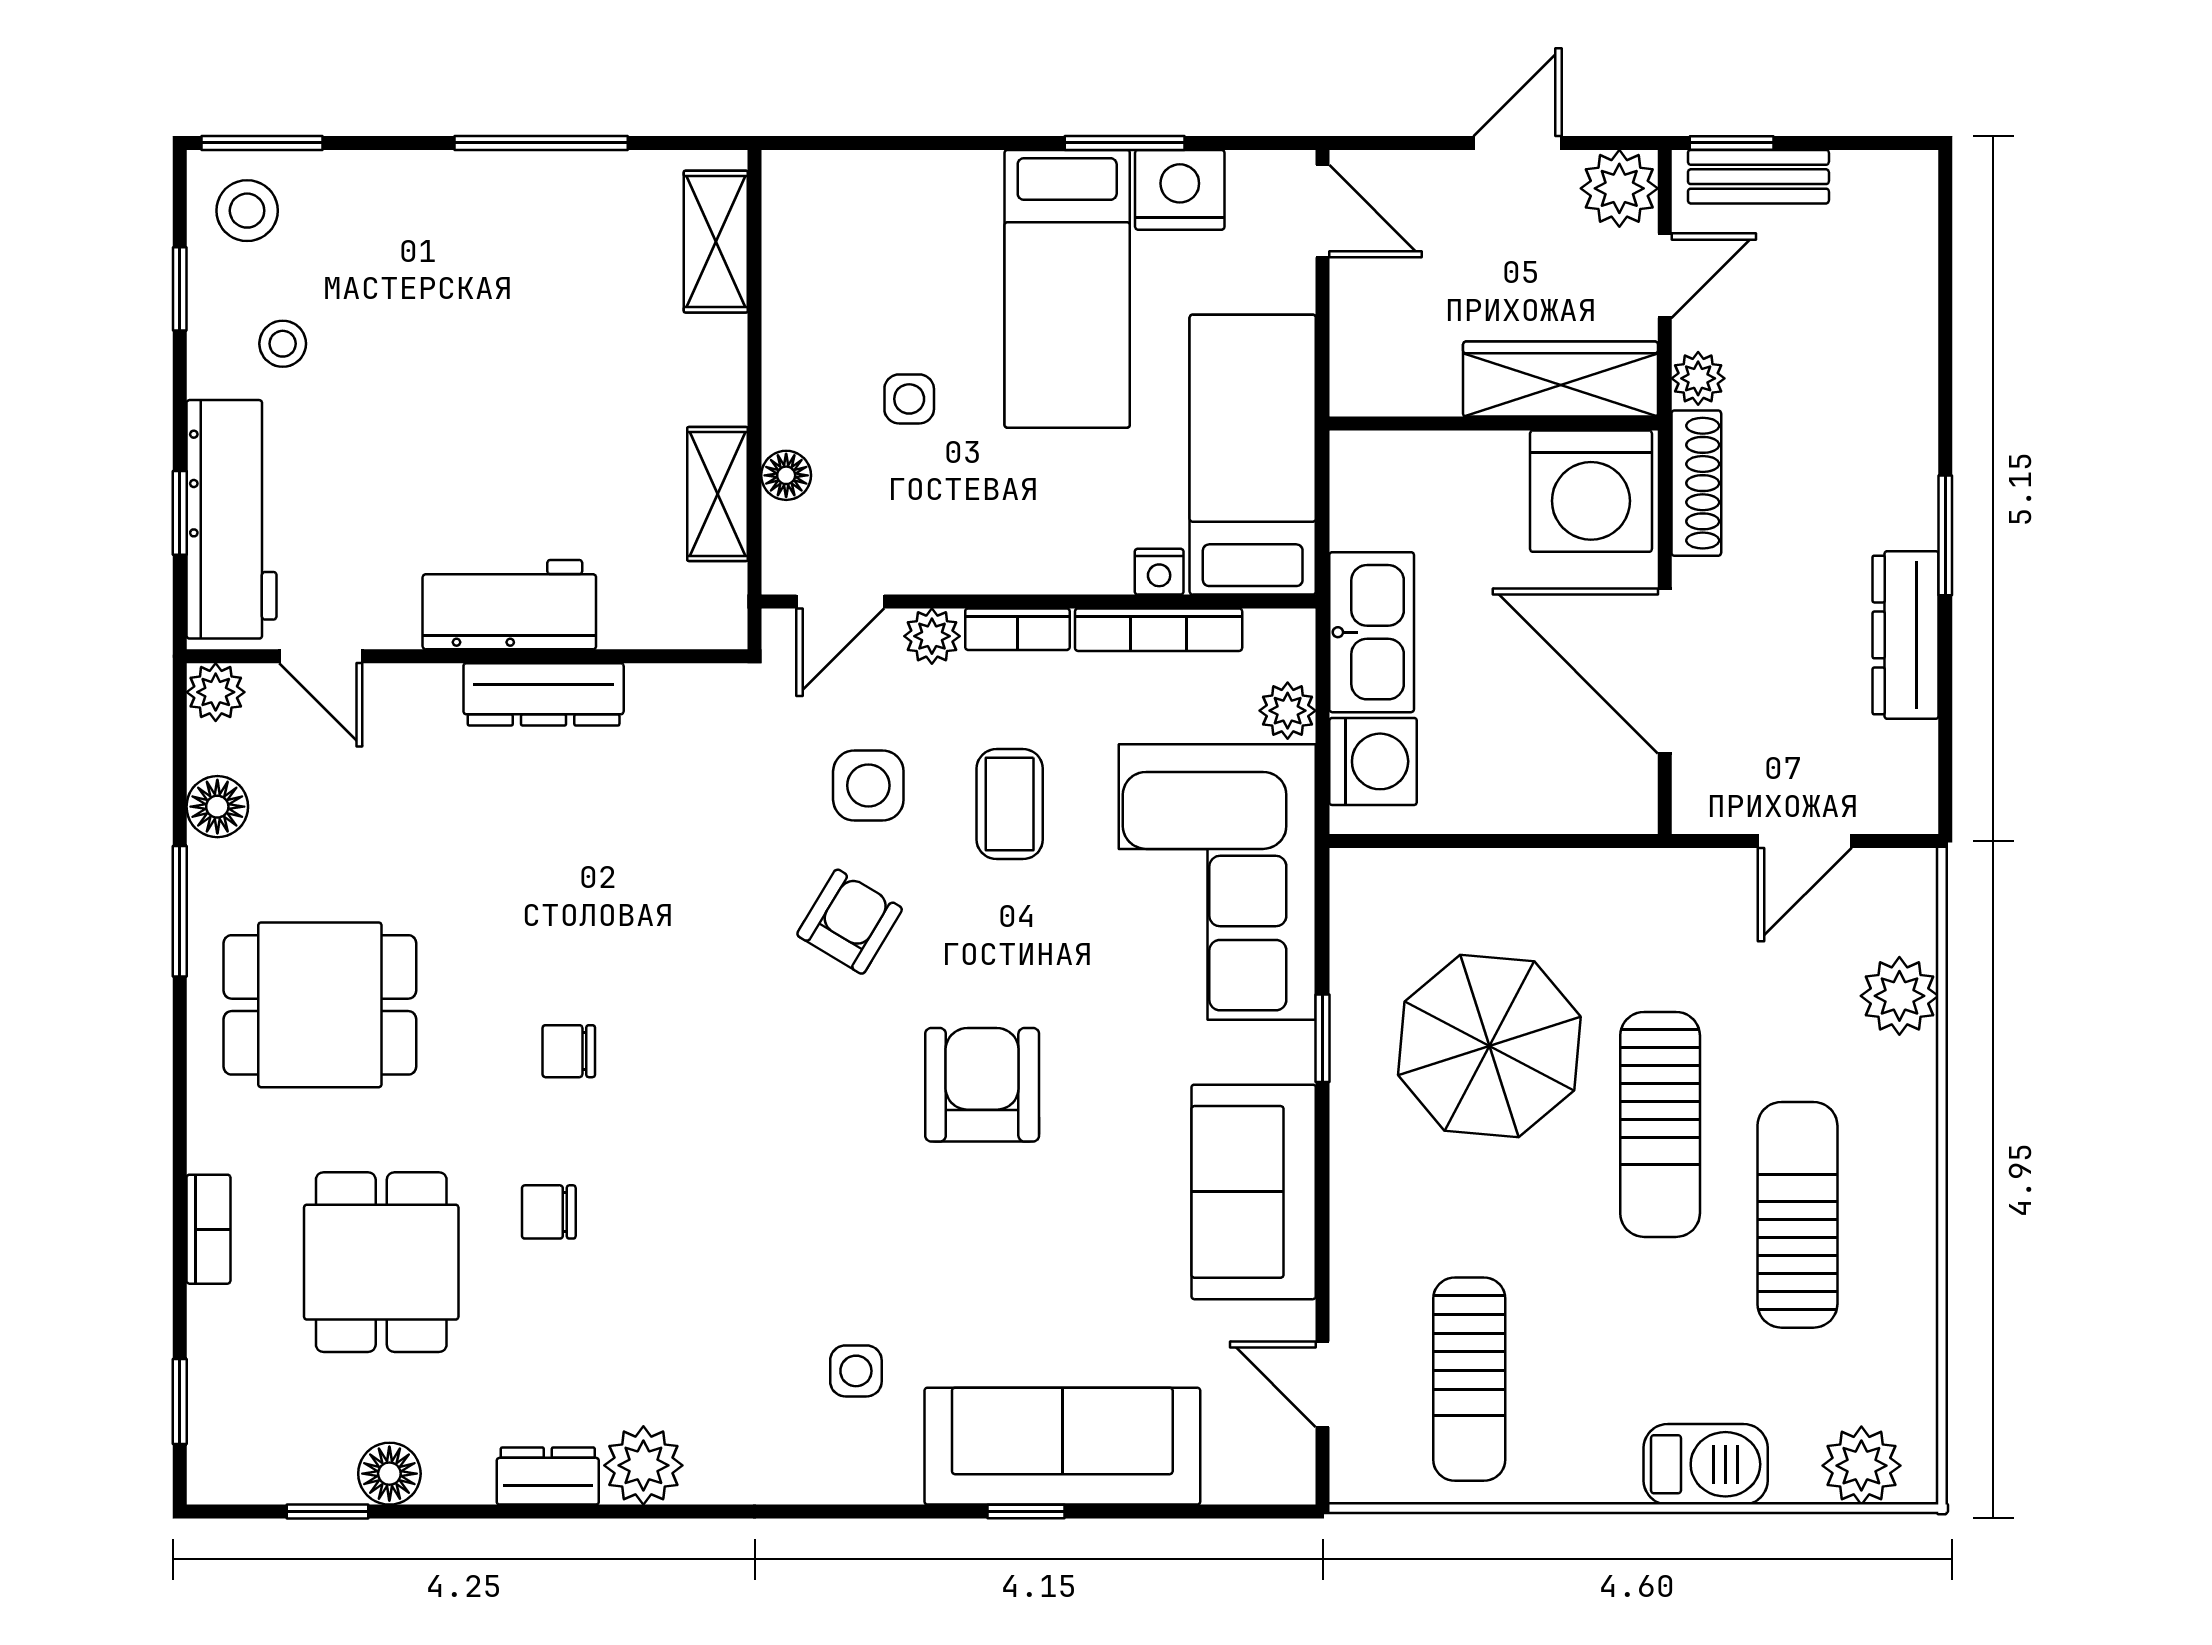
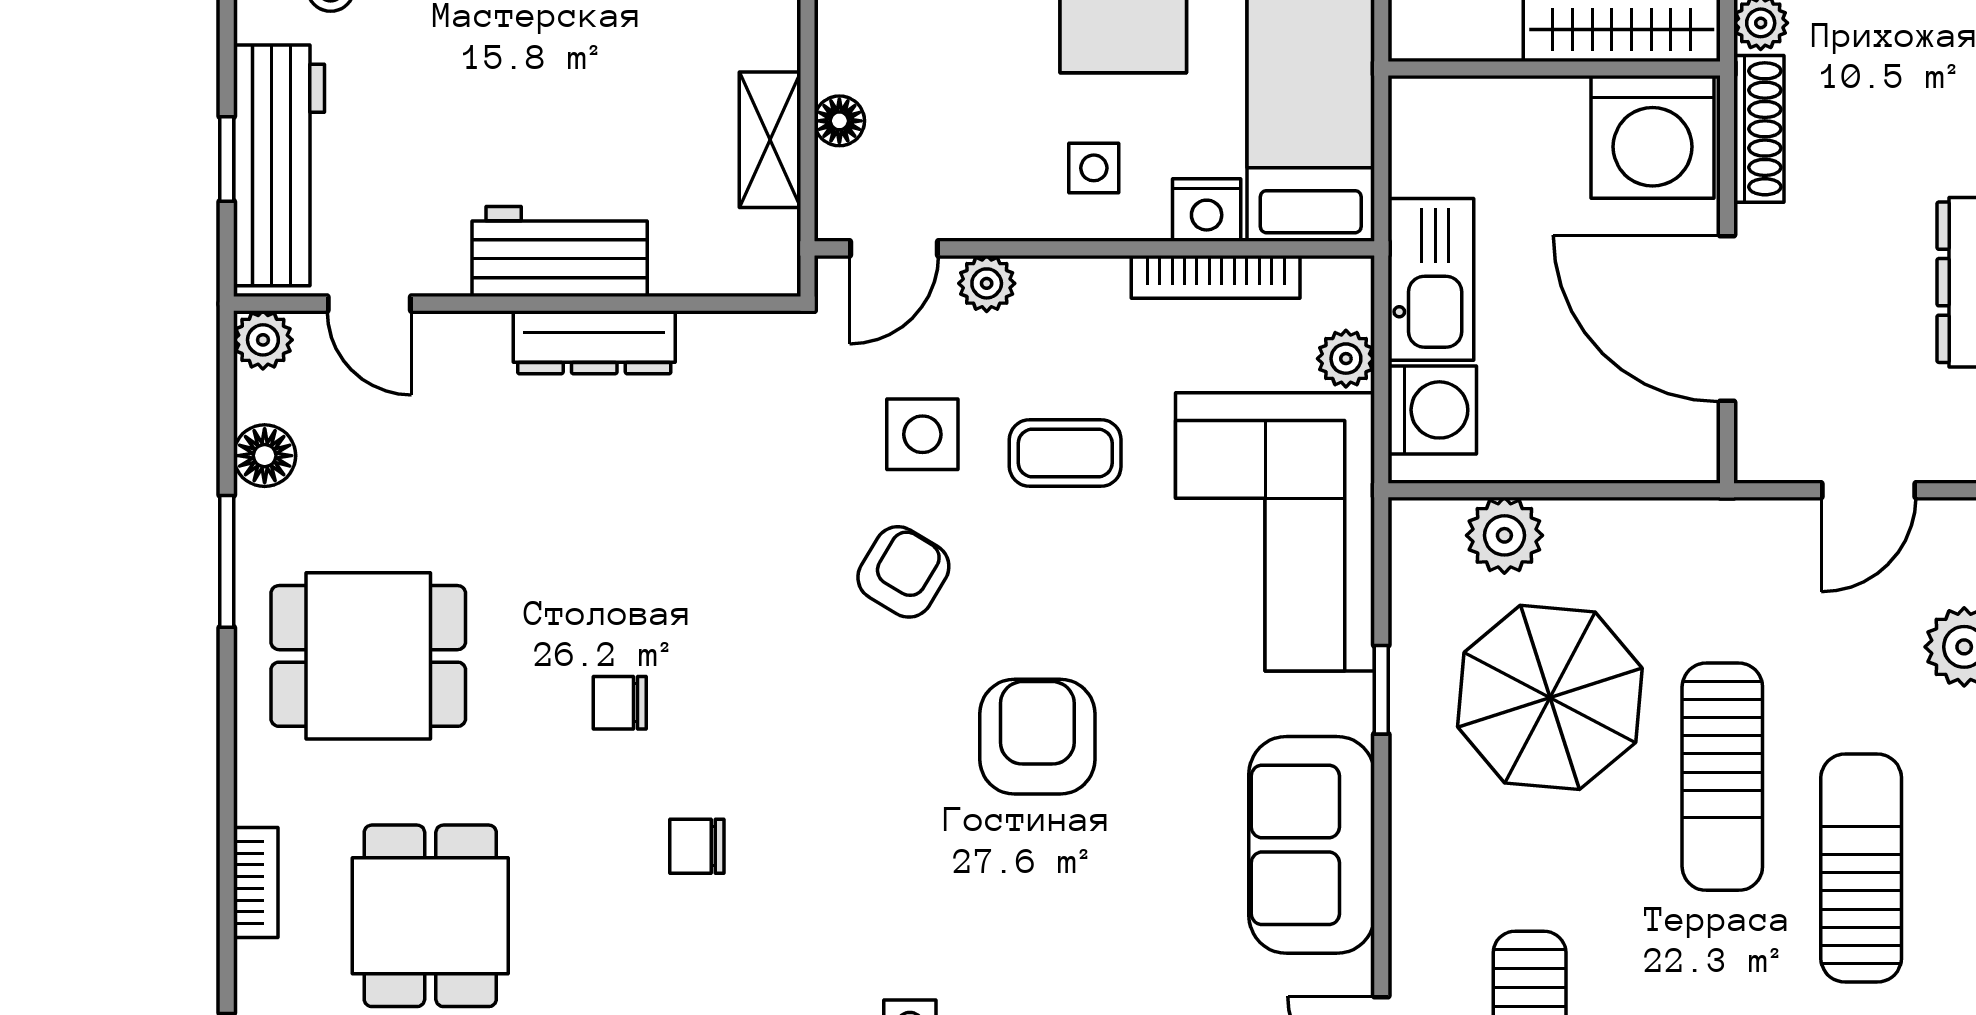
side table: (909, 399) -> (1094, 168), moved
nightstand: (1159, 572) -> (1207, 210), width x1.39, depth x1.35
bookcase: (1017, 629) -> (1073, 276), removed
coffee table: (1010, 804) -> (1065, 453), turned 90
plant: (1444, 886) -> (1504, 535), added
chair: (549, 1212) -> (697, 846), moved

